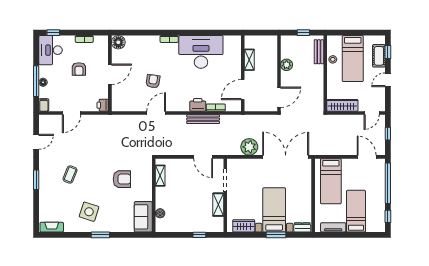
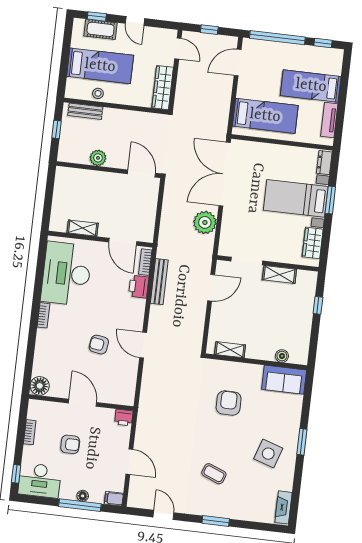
shelving: (249, 60) -> (83, 228), moved
wall: (243, 73) -> (100, 239), moved
door: (243, 90) -> (123, 242), moved

